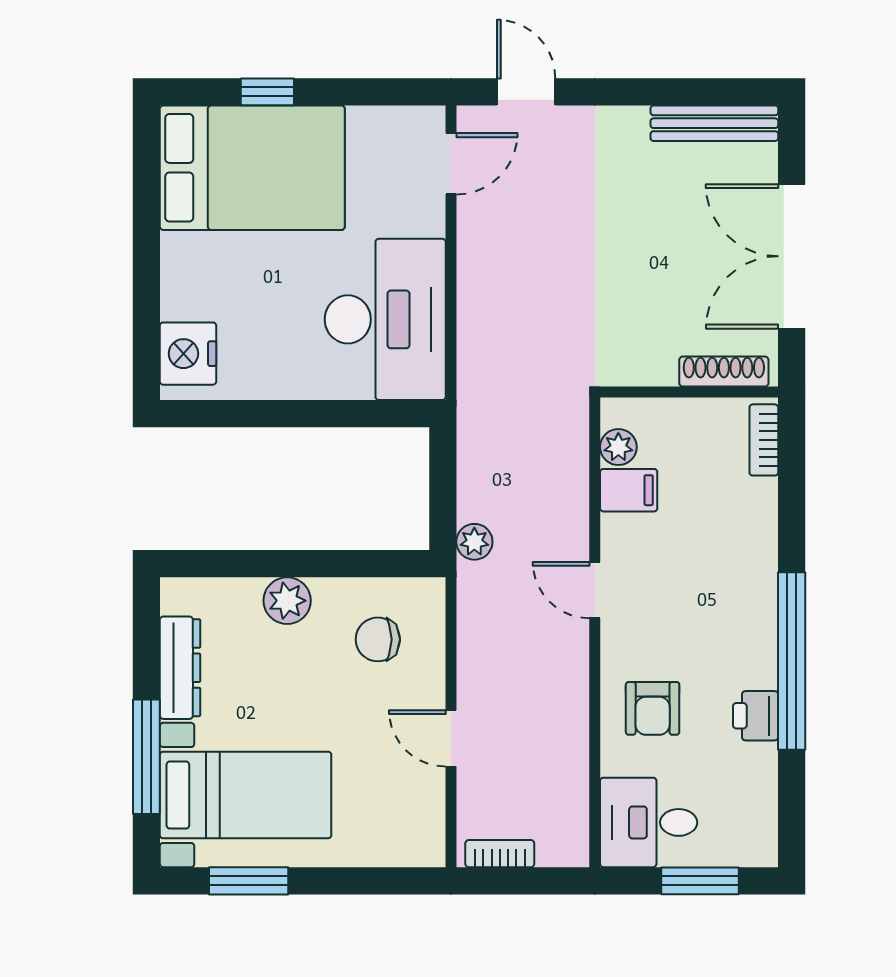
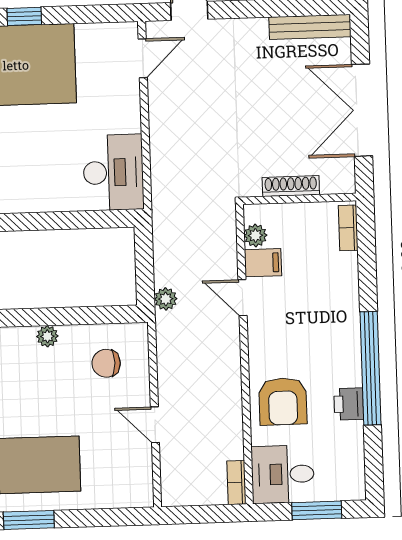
desk: (385, 319) -> (113, 172), width x0.73, depth x0.77
shoe rack: (724, 372) -> (291, 186), moved
door: (595, 590) -> (243, 298), moved
plant: (287, 601) -> (47, 336), width x0.73, depth x0.73
armchair: (653, 708) -> (283, 401), width x1.38, depth x1.38
bookcase: (500, 854) -> (236, 483), moved, turned -90

